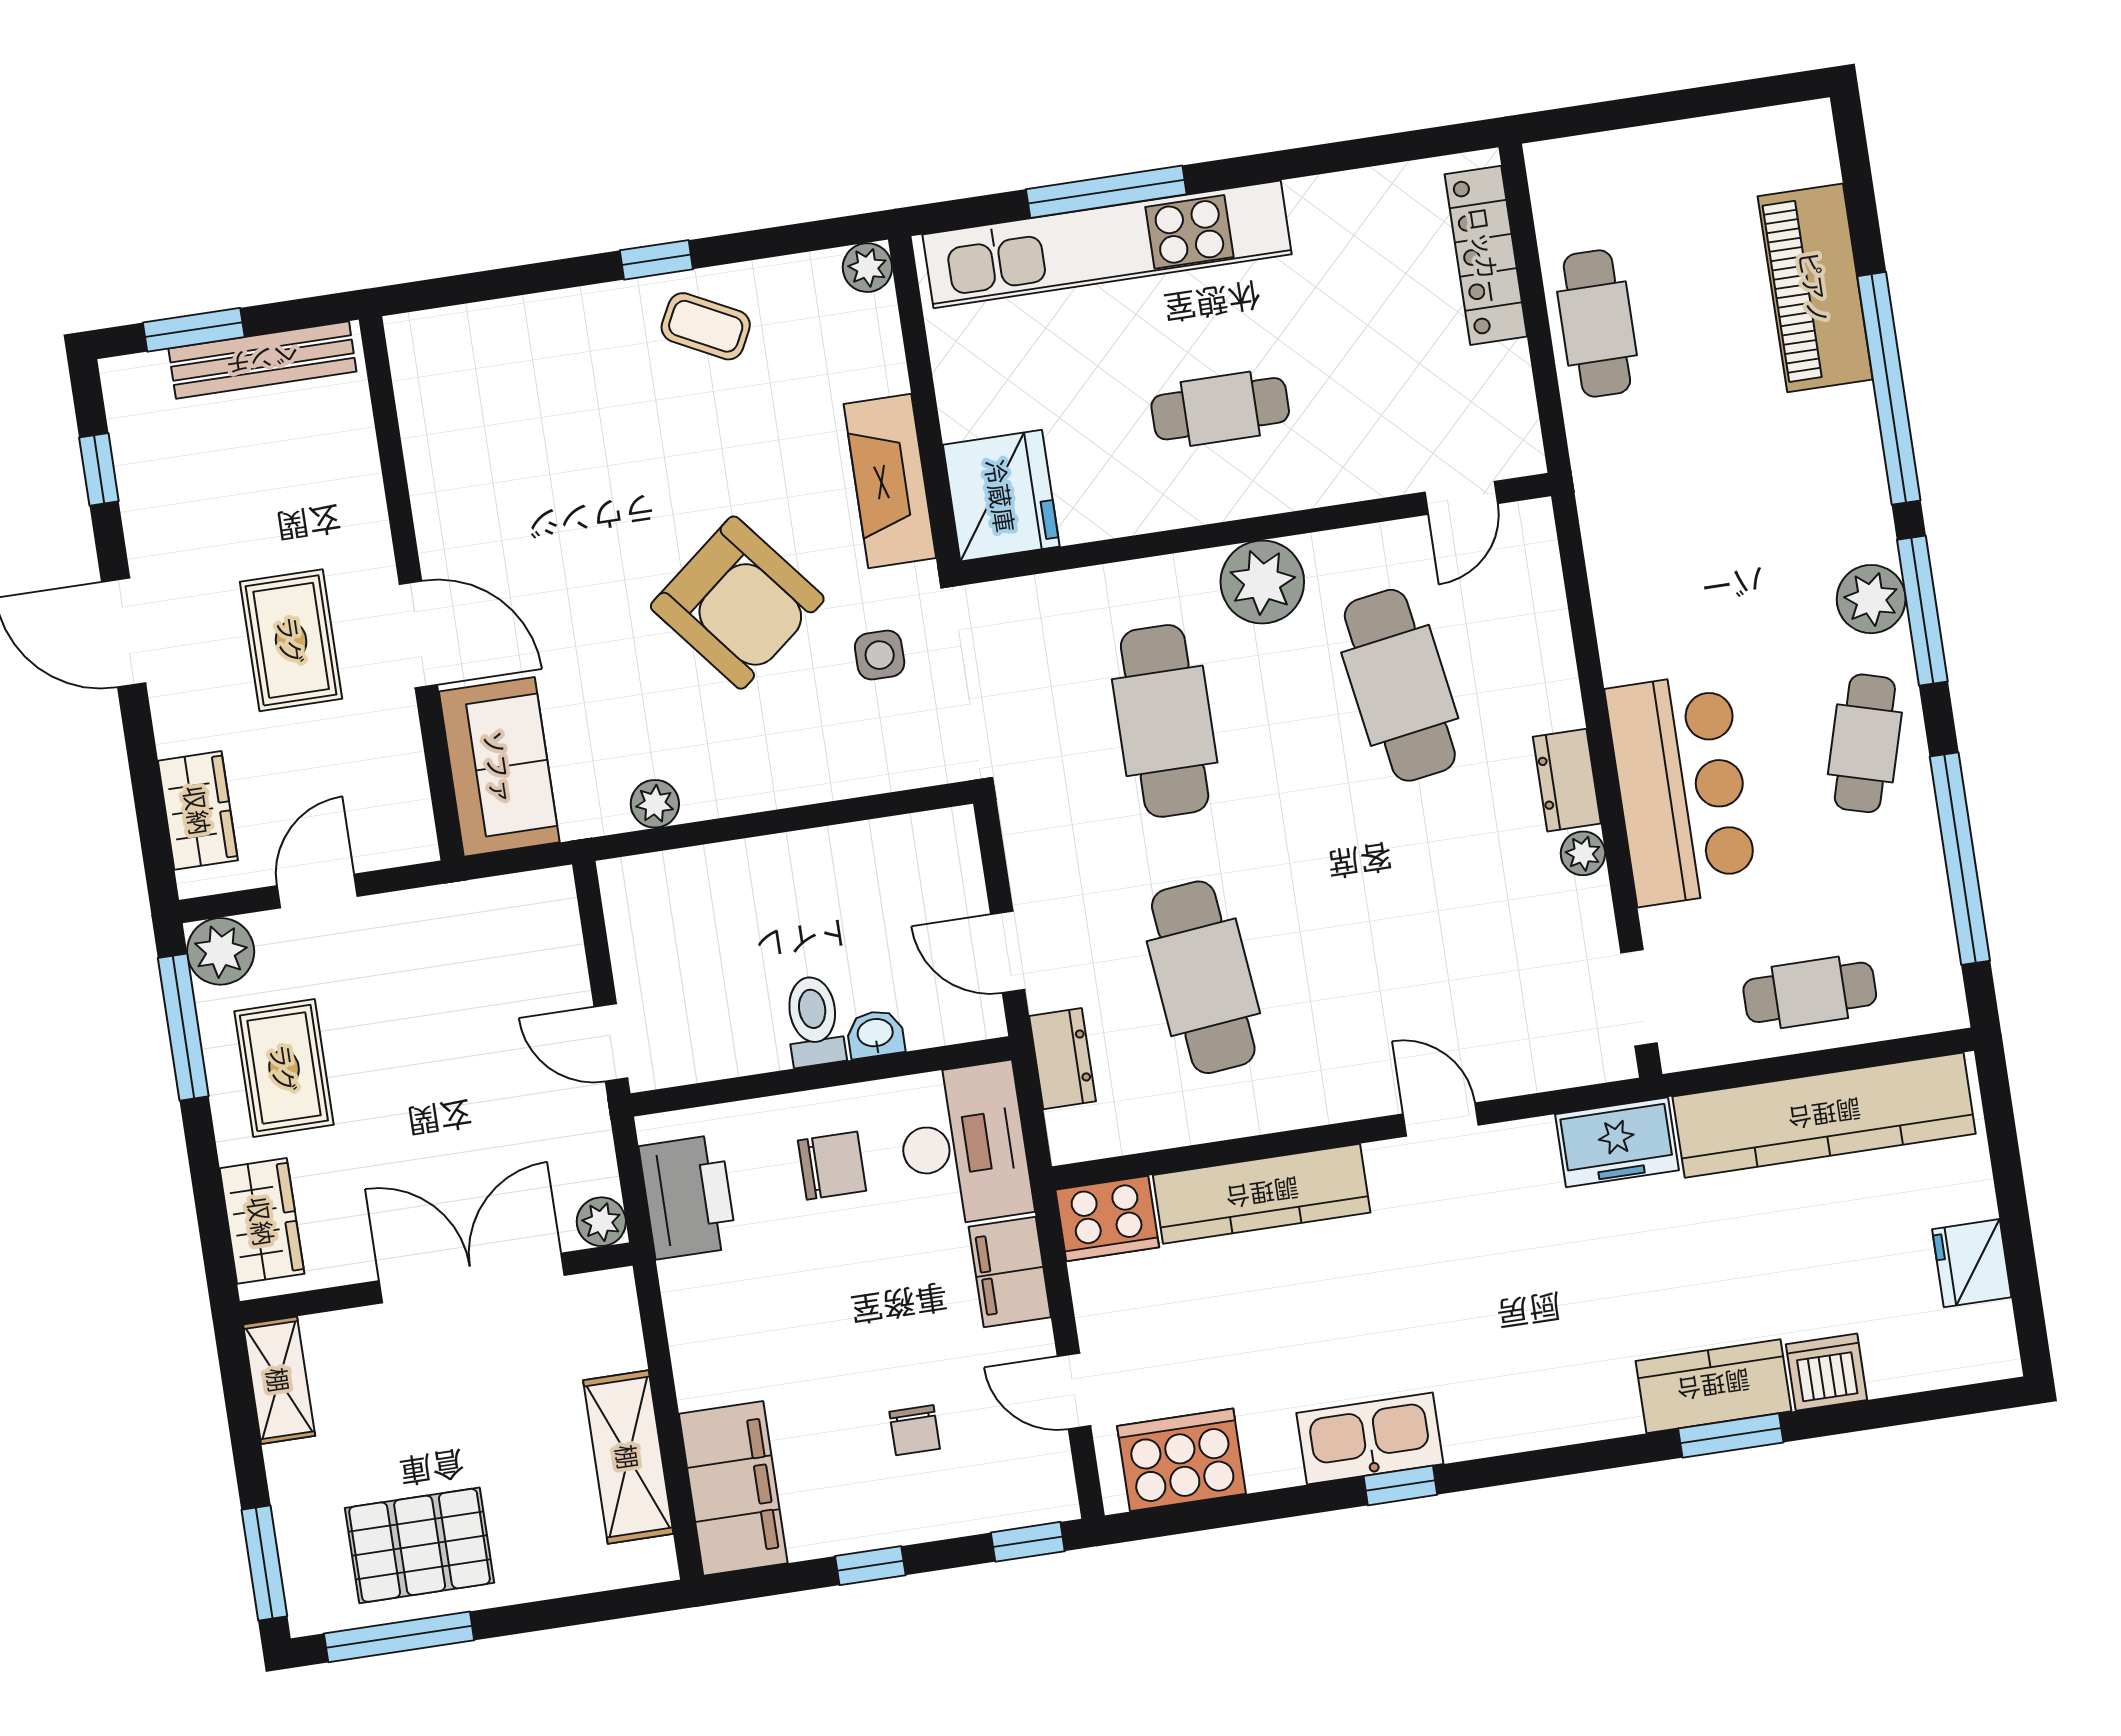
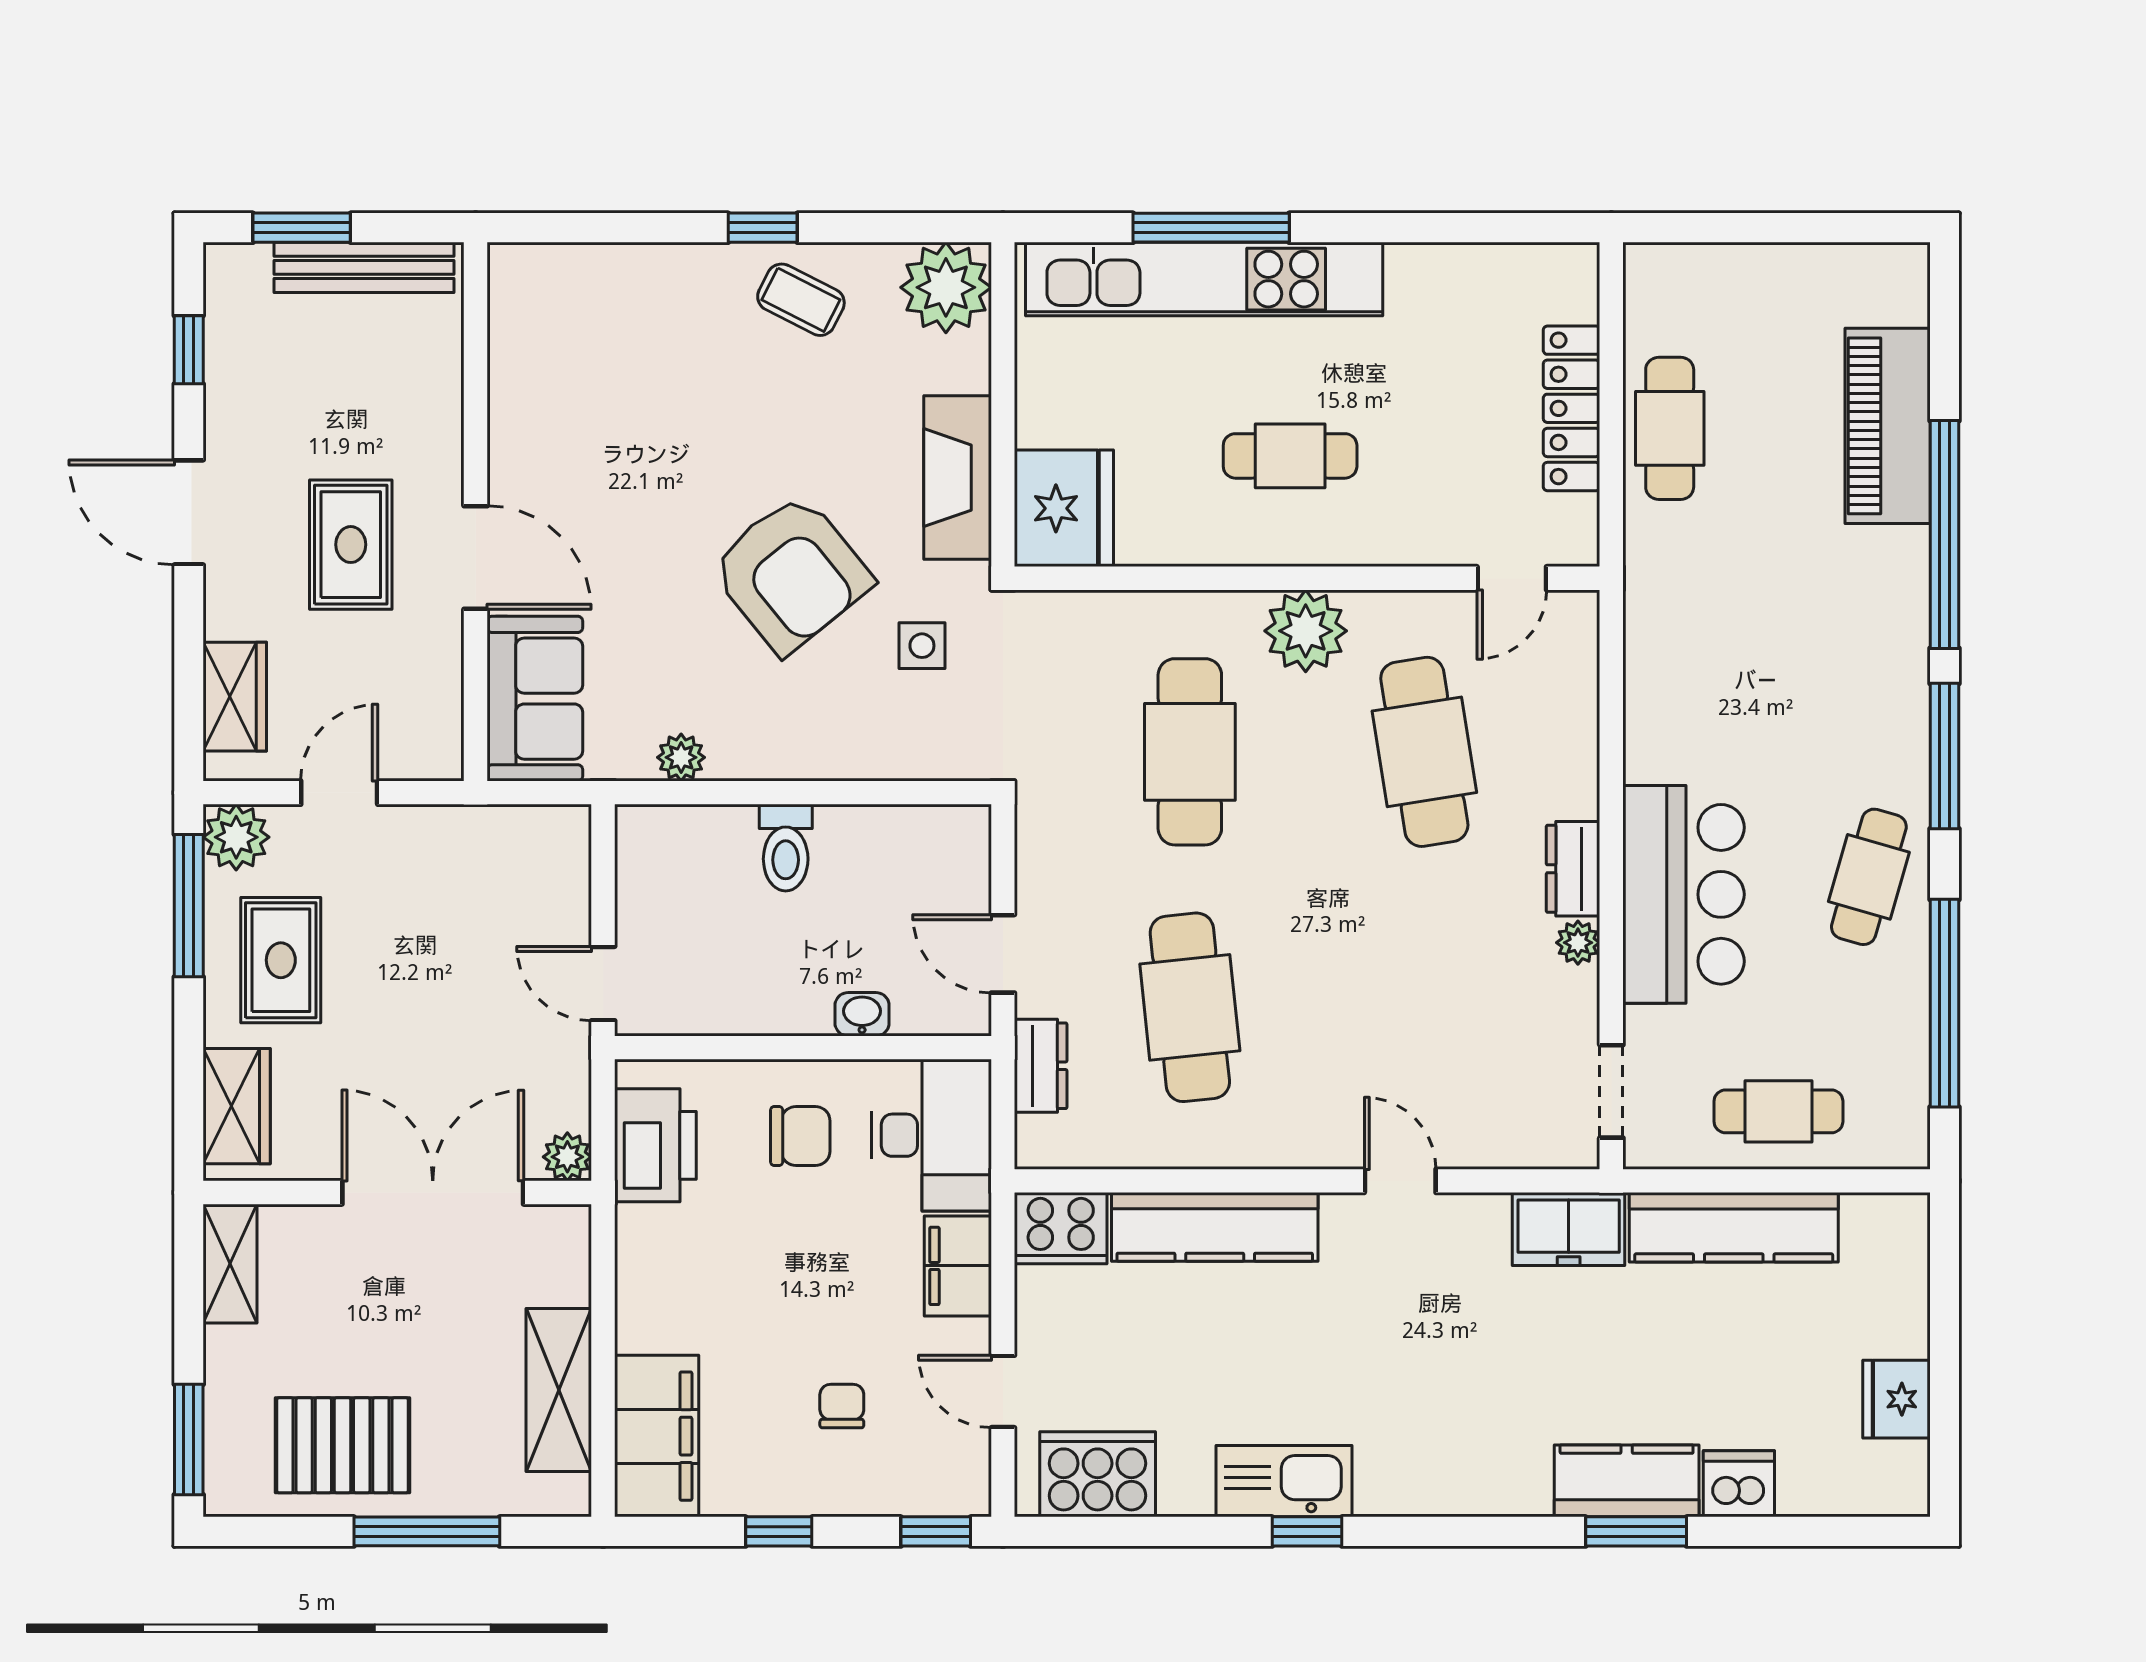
locker: (1486, 255) -> (1572, 408), moved
plant: (867, 268) -> (946, 287), width x1.88, depth x1.88
plant: (1871, 599) -> (1896, 737), removed
toilet: (814, 1021) -> (786, 848), moved, turned 180
kitchen counter: (1824, 1115) -> (1734, 1227), width x0.72, depth x0.86
chair: (915, 1430) -> (842, 1406), turned 180
window: (399, 1637) -> (427, 1531), moved

